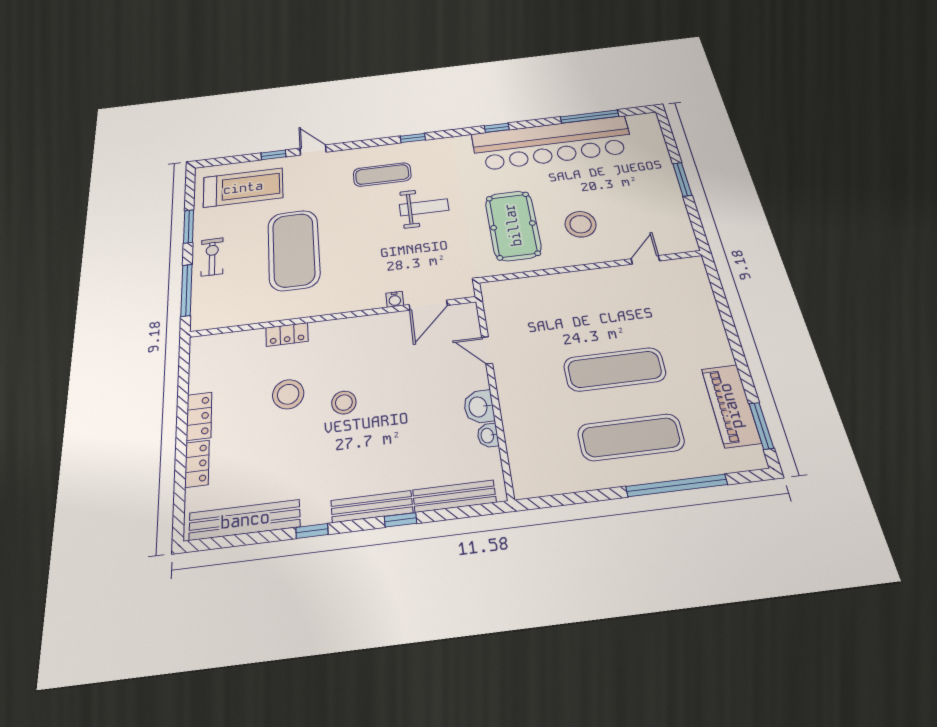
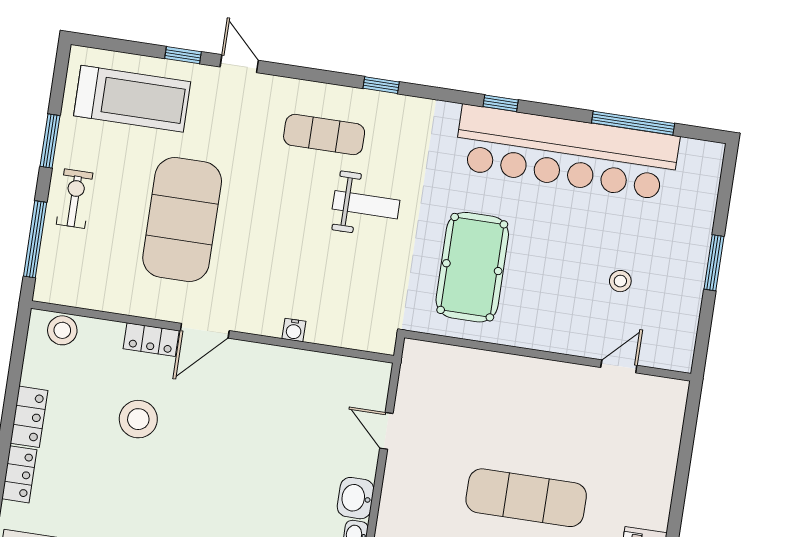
stool: (581, 224) -> (620, 281), moved, width x0.53, depth x0.53
door: (428, 305) -> (205, 331), moved
stool: (344, 403) -> (62, 330), moved

